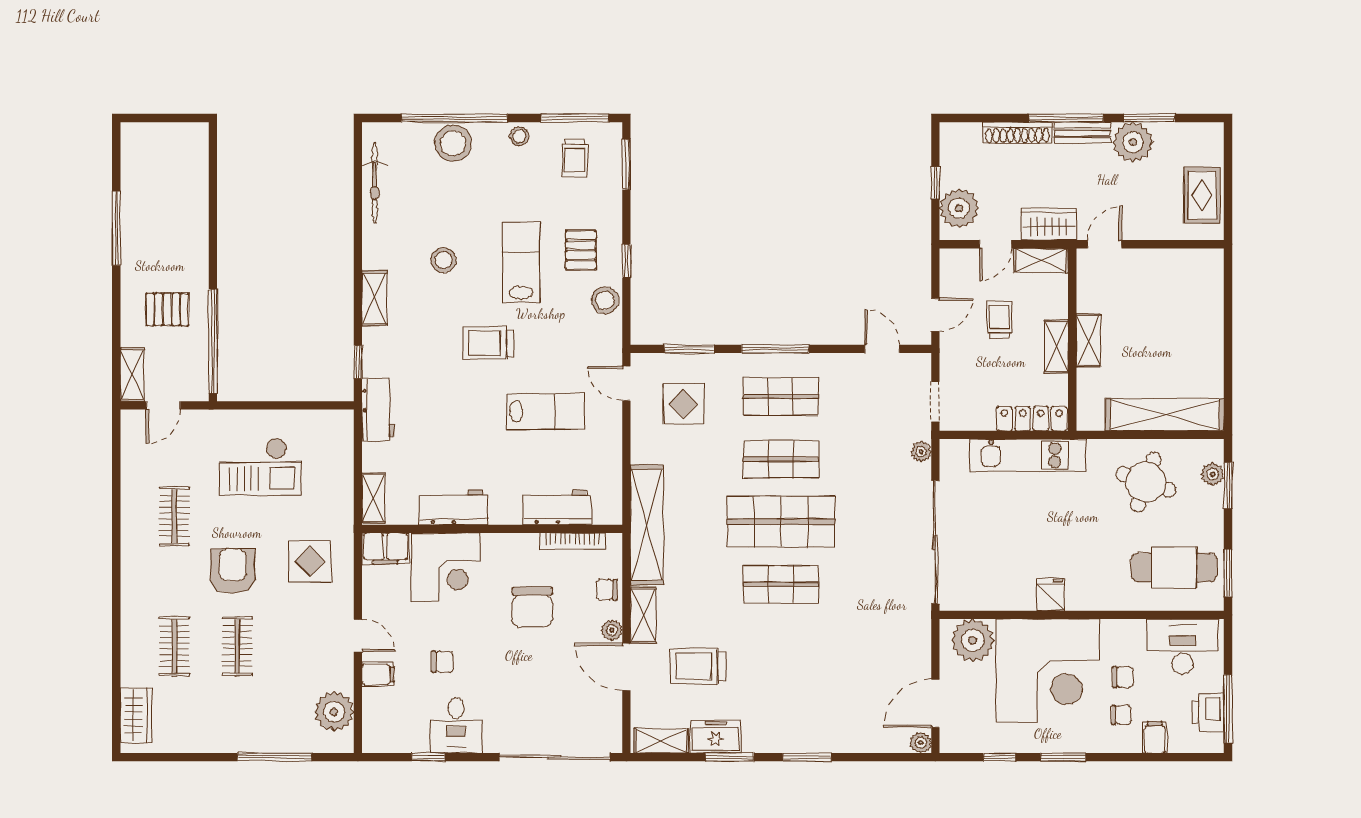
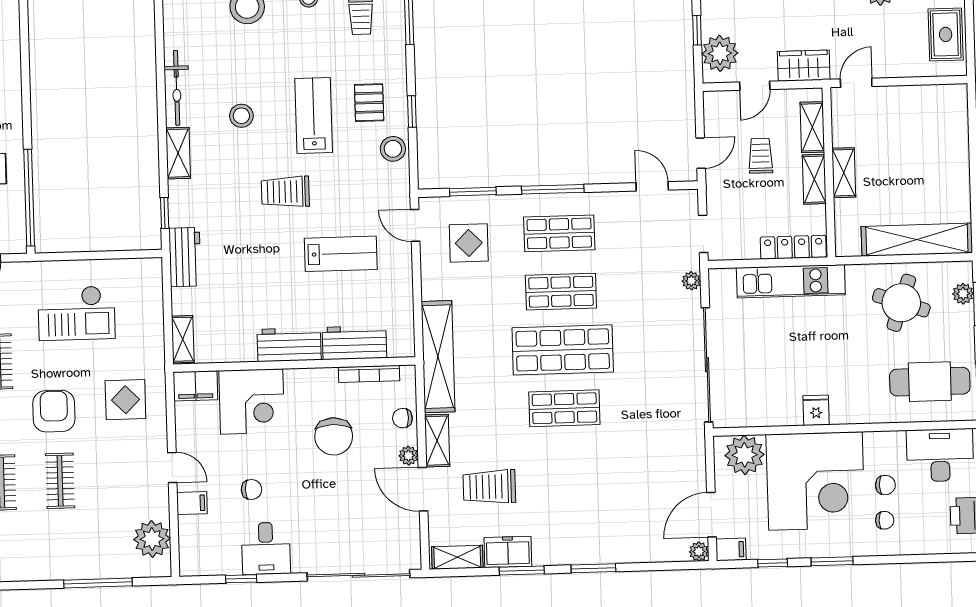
bicycle: (375, 183) -> (177, 88), moved
shelving: (1041, 261) -> (812, 127), moved, turned 90
workbench: (453, 507) -> (289, 345), moved
filing cabinet: (1155, 737) -> (731, 549), moved, turned 90

